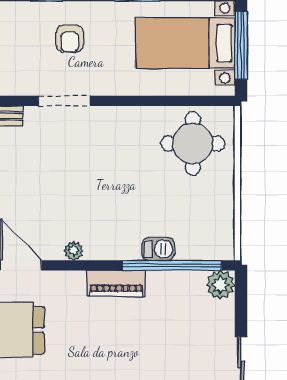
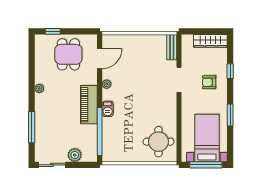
barbecue: (158, 249) -> (108, 109), moved
piano: (116, 283) -> (89, 105), width x1.37, depth x1.33
plant: (220, 285) -> (75, 155), moved

